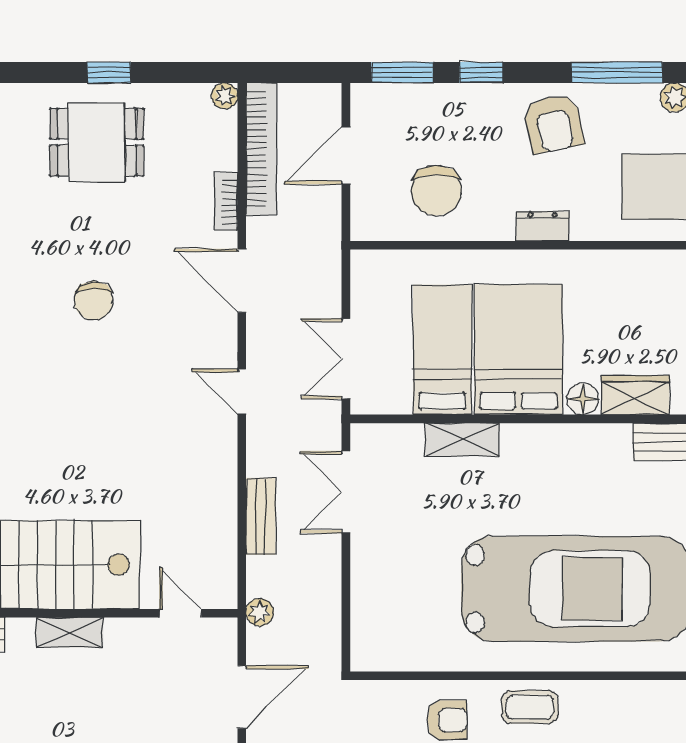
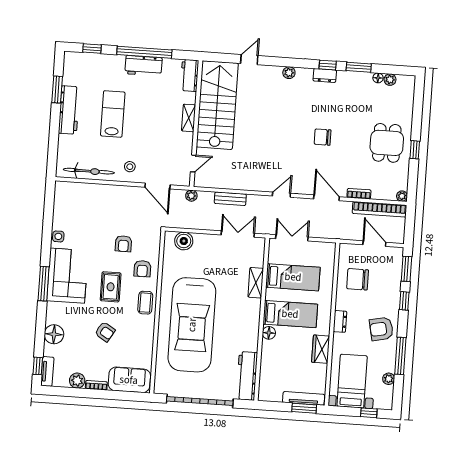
door: (242, 281) -> (327, 198), hinge flipped
bed: (518, 350) -> (290, 314), width x0.67
wardrobe: (635, 395) -> (321, 349), moved, turned 180
boiler: (372, 623) -> (184, 241), added

